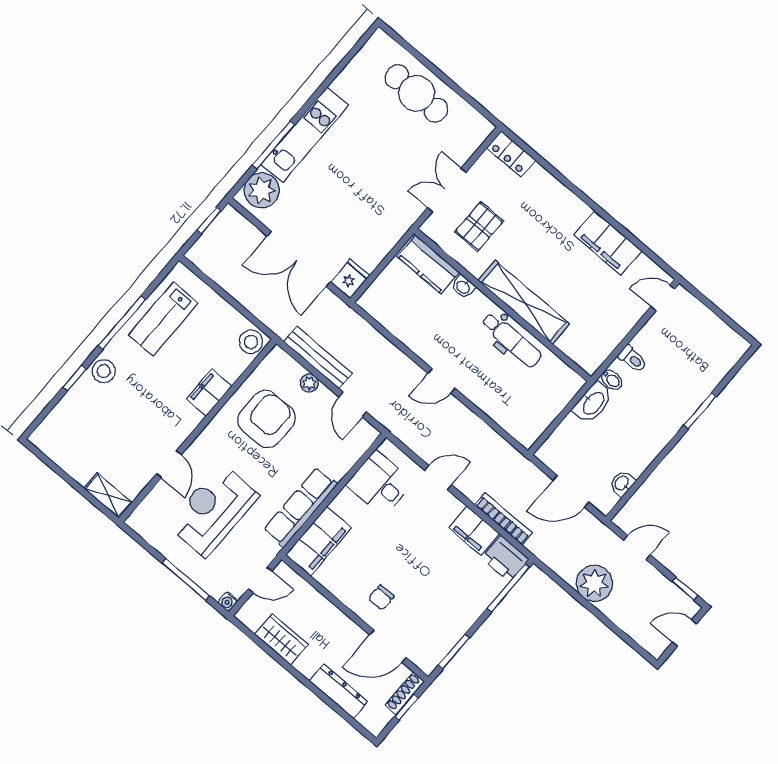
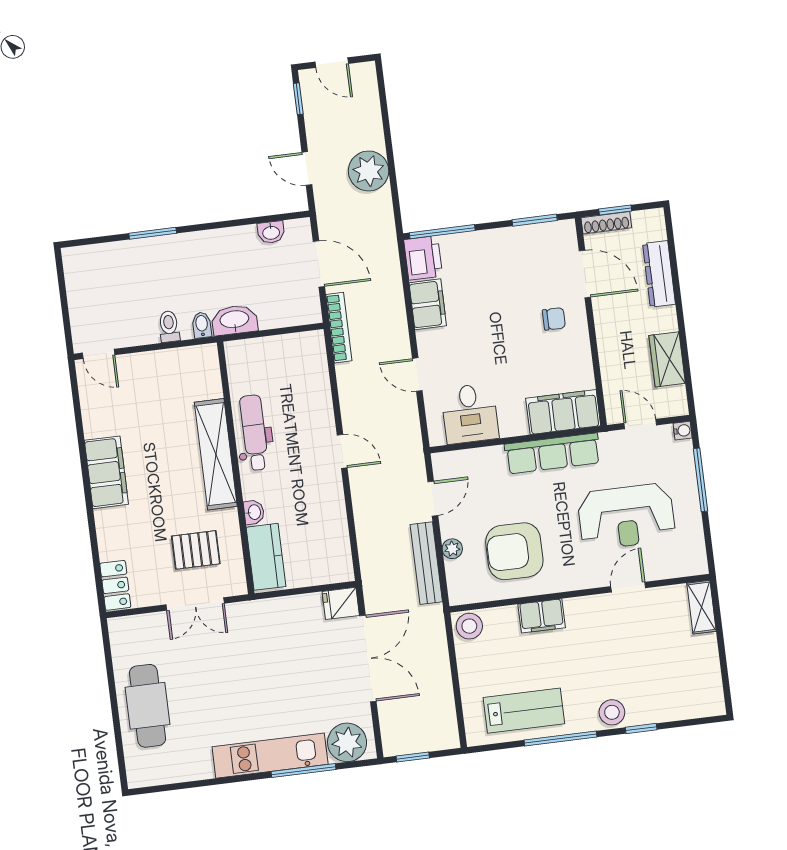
filing cabinet: (608, 243) -> (106, 472), moved
bookcase: (504, 519) -> (339, 328), moved, turned 180

